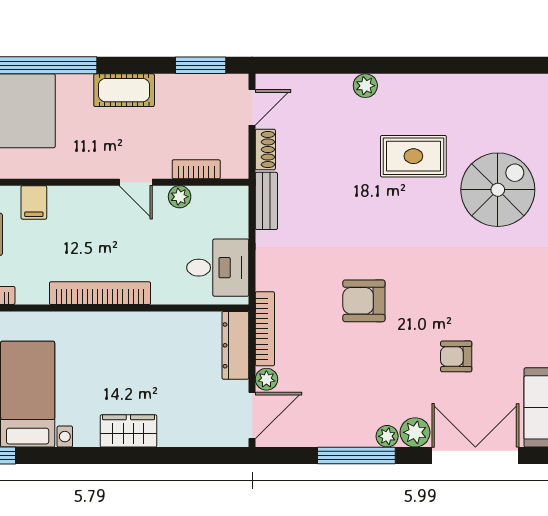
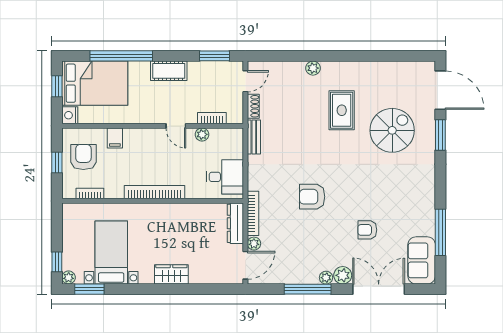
rug: (413, 156) -> (342, 110), turned 90

